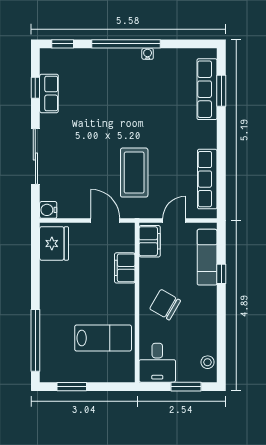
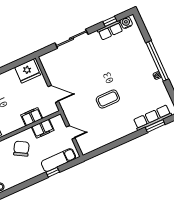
window: (63, 44) -> (141, 25), removed
coffee table: (134, 173) -> (108, 99), moved, width x0.73, depth x0.76
row of seats: (207, 179) -> (102, 140), removed
water cooler: (48, 210) -> (126, 23), moved
door: (105, 220) -> (53, 94), hinge flipped
filing cabinet: (150, 241) -> (43, 129), moved

